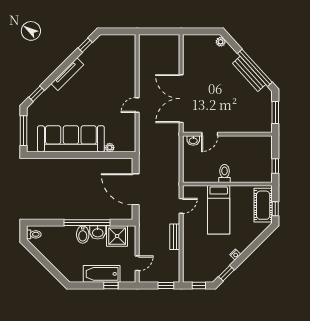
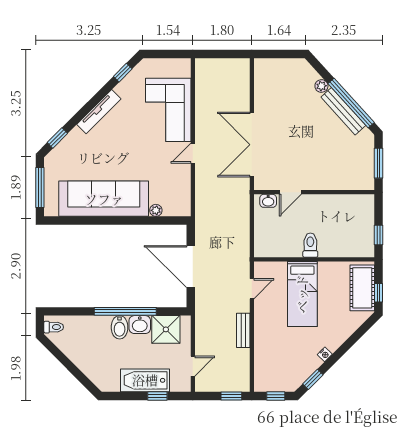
plant: (221, 42) -> (321, 86), moved
corner sofa: (119, 73) -> (168, 110), added

